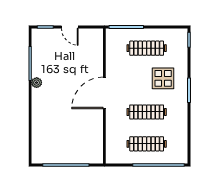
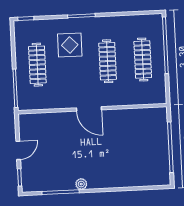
door: (104, 93) -> (89, 109), width x0.73

